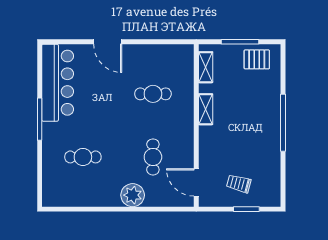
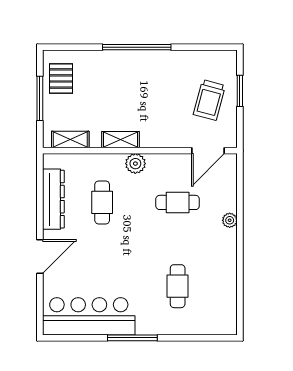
dresser: (156, 53) -> (53, 199), added
plant: (186, 122) -> (135, 164), added
trolley: (239, 184) -> (209, 100), width x1.36, depth x1.39
plant: (133, 195) -> (230, 220), width x0.53, depth x0.53

